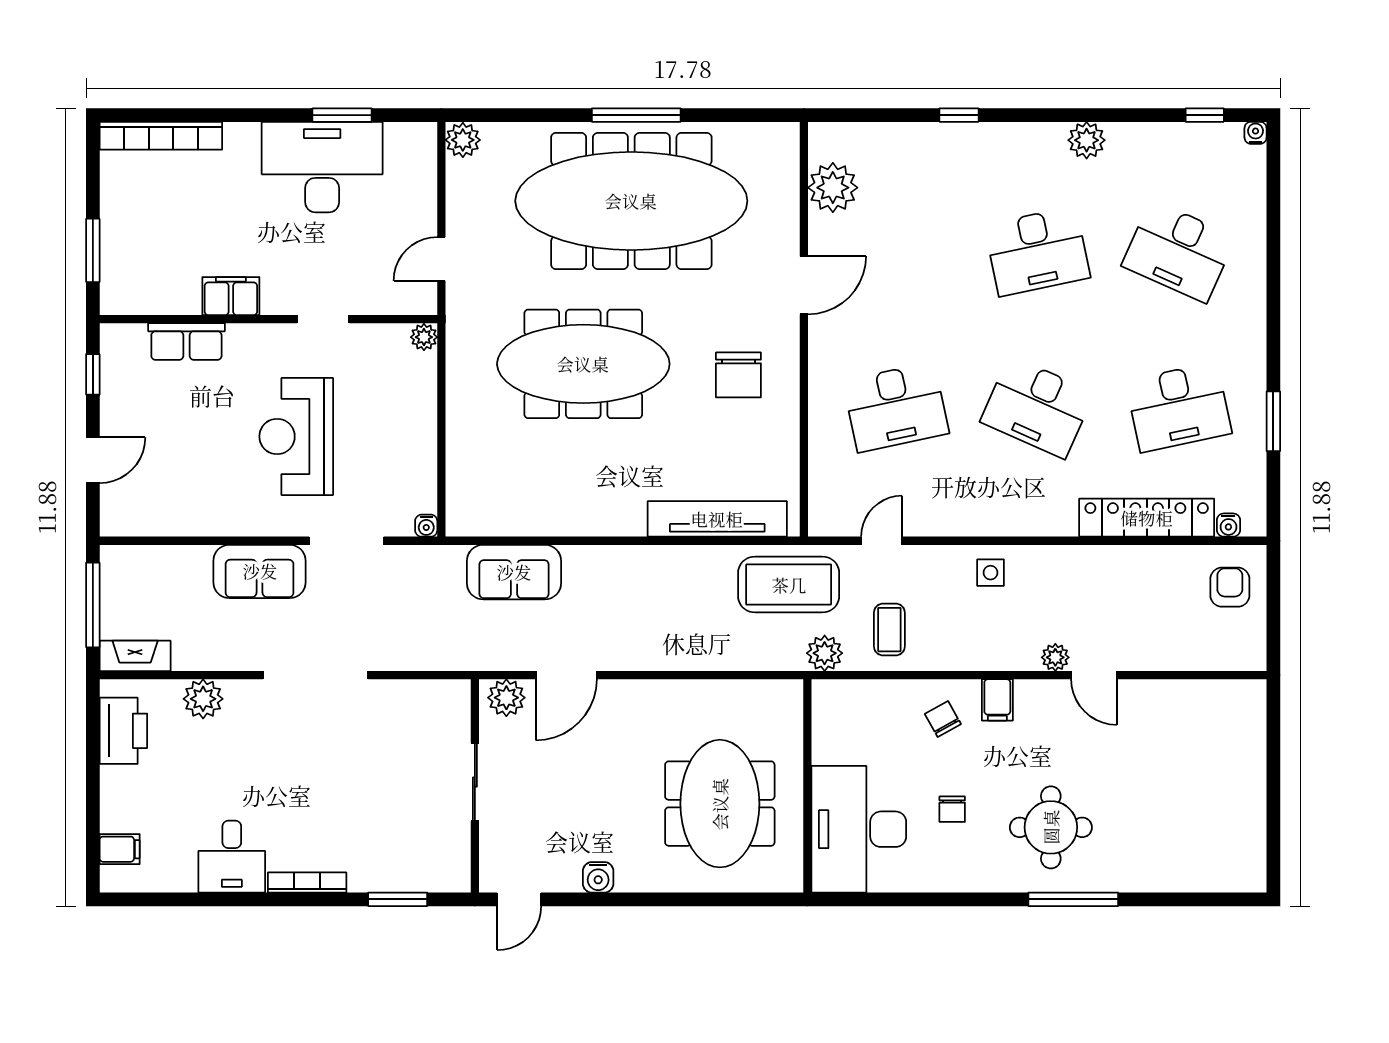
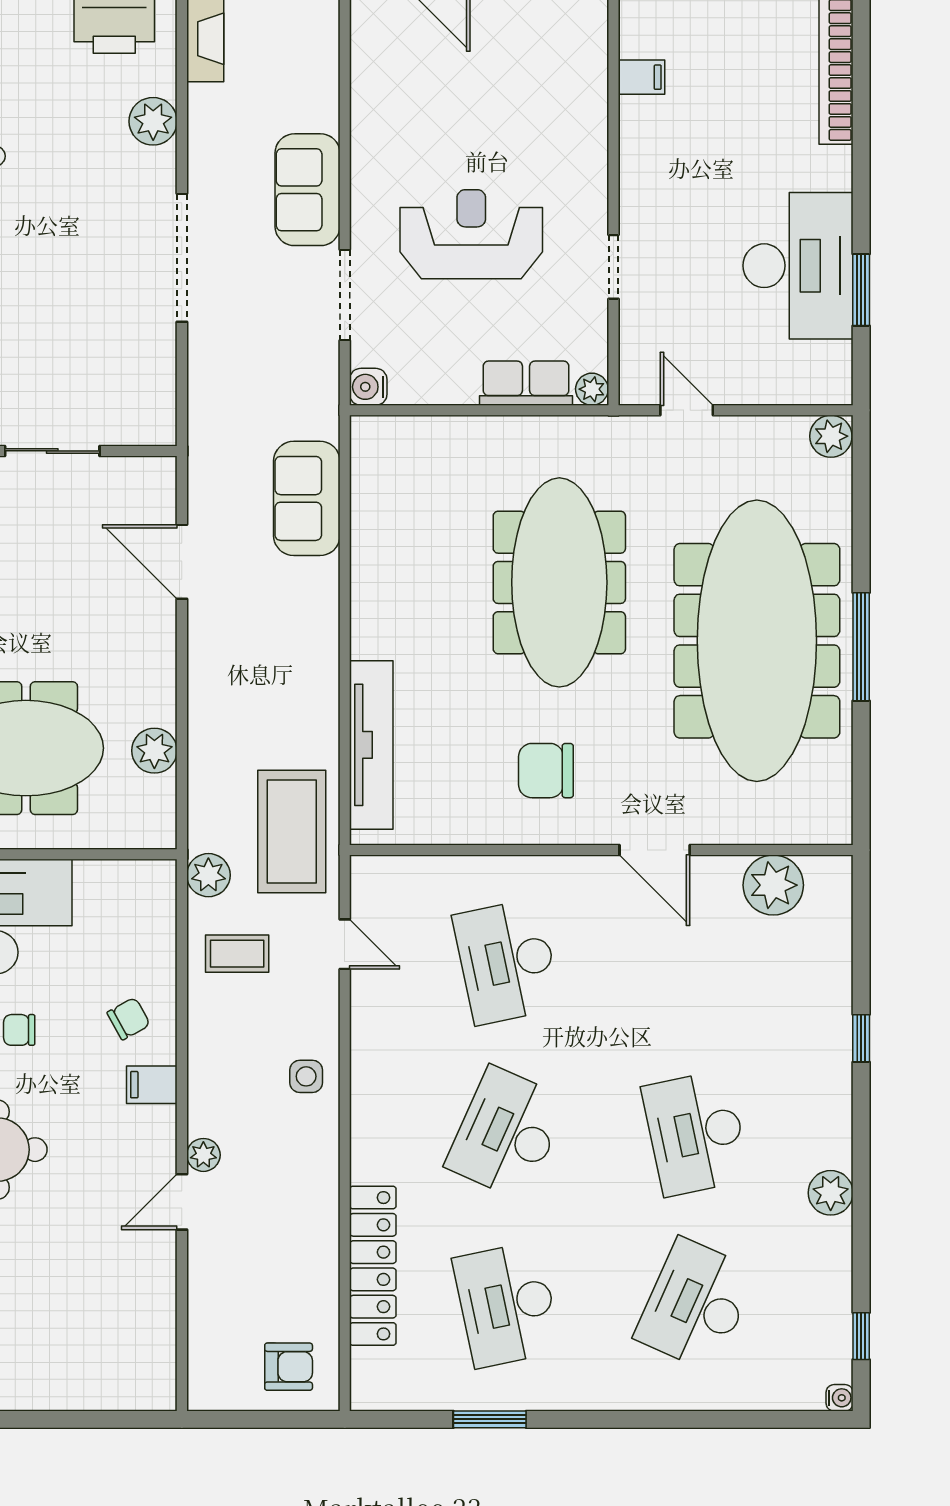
filing cabinet: (231, 296) -> (642, 77), moved, width x0.50
row of seats: (186, 342) -> (526, 383), moved, turned 90
water cooler: (1228, 525) -> (364, 1365), removed
water cooler: (426, 526) -> (368, 387), width x1.38, depth x1.38
plant: (506, 698) -> (154, 751), moved

